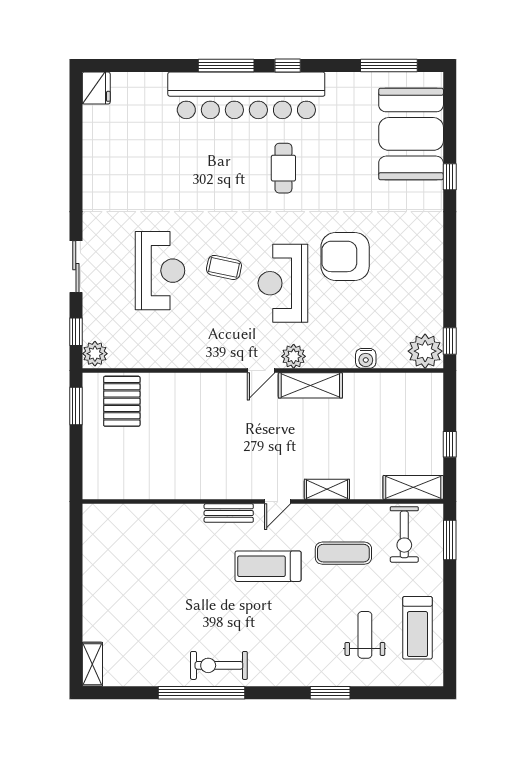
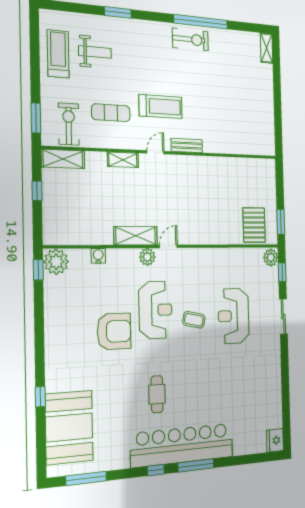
weight bench: (365, 635) -> (95, 52), turned -90

